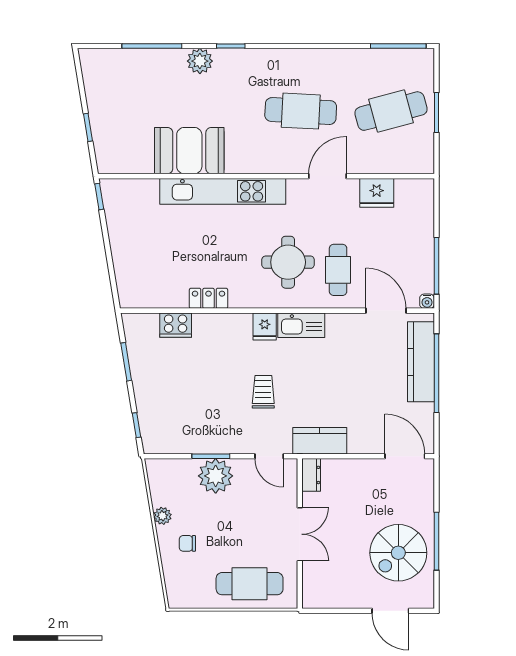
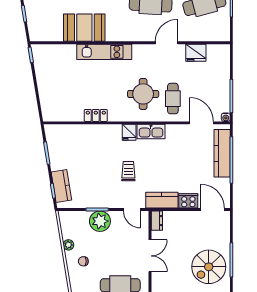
kitchen unit: (223, 191) -> (104, 52), width x0.73
cooker: (176, 325) -> (188, 201), moved, turned 180
kitchen counter: (151, 417) -> (61, 186), added

